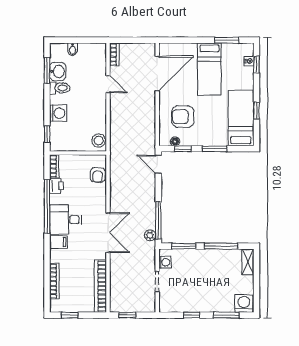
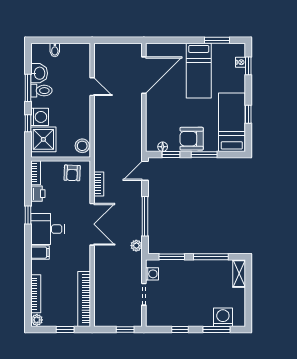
bookcase: (114, 54) -> (99, 184), moved
window: (47, 71) -> (28, 88), moved
armchair: (183, 117) -> (192, 139), moved
window: (47, 134) -> (28, 123), moved
shower: (62, 134) -> (43, 139), added
door: (158, 164) -> (145, 171), hinge flipped
armchair: (98, 175) -> (72, 173), moved
window: (47, 206) -> (28, 215), width x0.32
window: (158, 220) -> (145, 216), moved
double door: (108, 233) -> (92, 224), moved
washing machine: (244, 303) -> (223, 317), moved
plant: (55, 306) -> (37, 320), added
window: (70, 315) -> (65, 329), moved
window: (127, 315) -> (125, 329), moved

